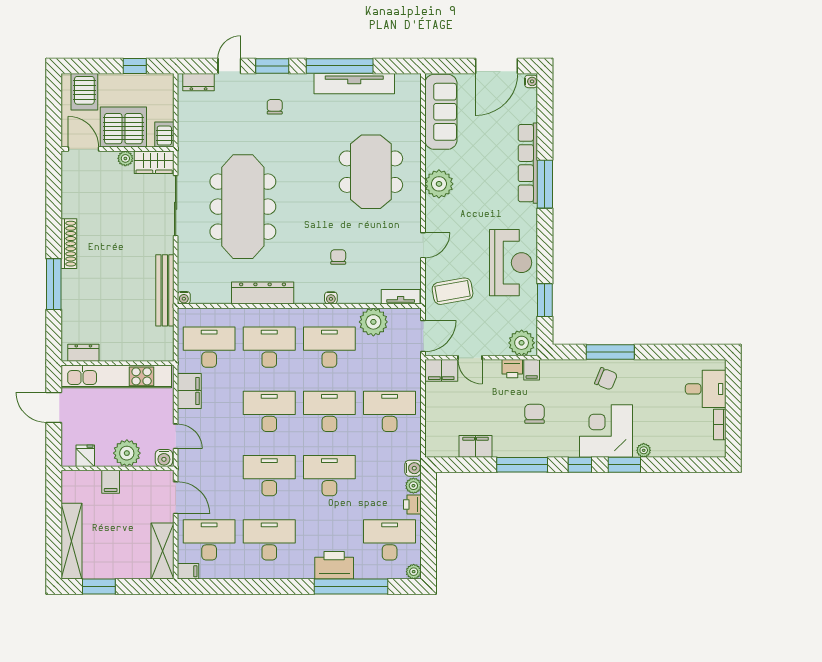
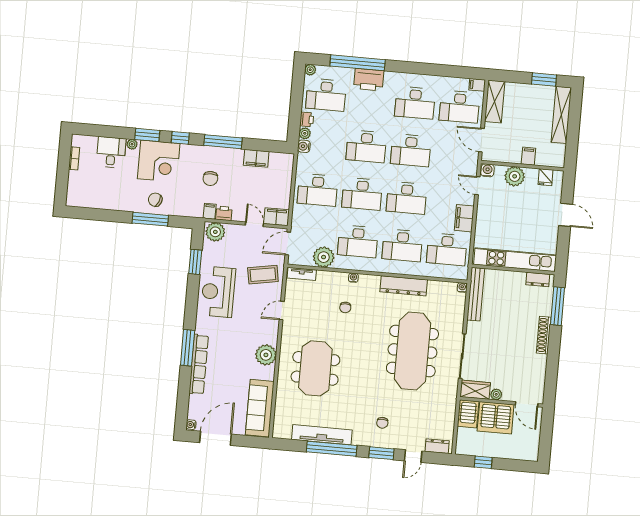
server rack: (84, 92) -> (522, 446), removed
server rack: (164, 135) -> (468, 414), width x1.36, depth x1.44
dresser: (83, 353) -> (538, 279), moved
wall: (117, 363) -> (513, 269), moved
kitchen unit: (116, 376) -> (515, 260), moved
desk: (706, 389) -> (111, 152), moved, turned 90

